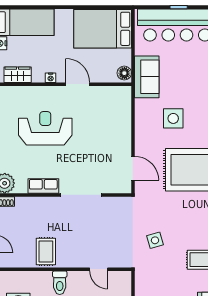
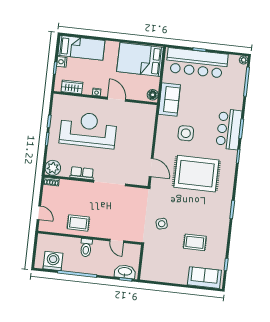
reception desk: (45, 128) -> (88, 130), width x1.36, depth x1.30
rug: (46, 252) -> (78, 223), turned 90

